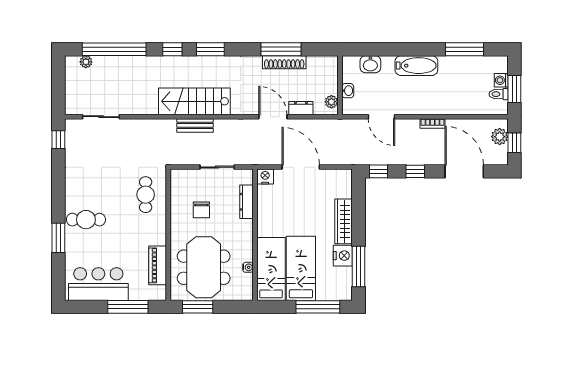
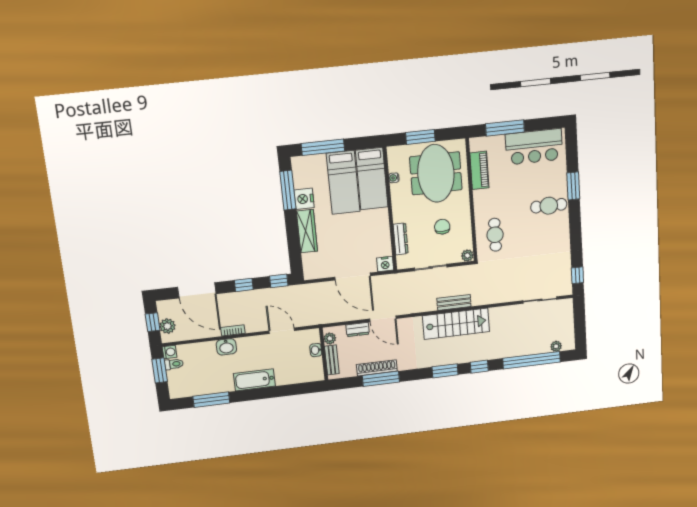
washbasin: (370, 64) -> (226, 347), moved, turned 180
bench: (332, 77) -> (332, 360), added
washing machine: (501, 80) -> (170, 352), moved
plant: (177, 175) -> (467, 256), added
window: (198, 307) -> (420, 137), moved

